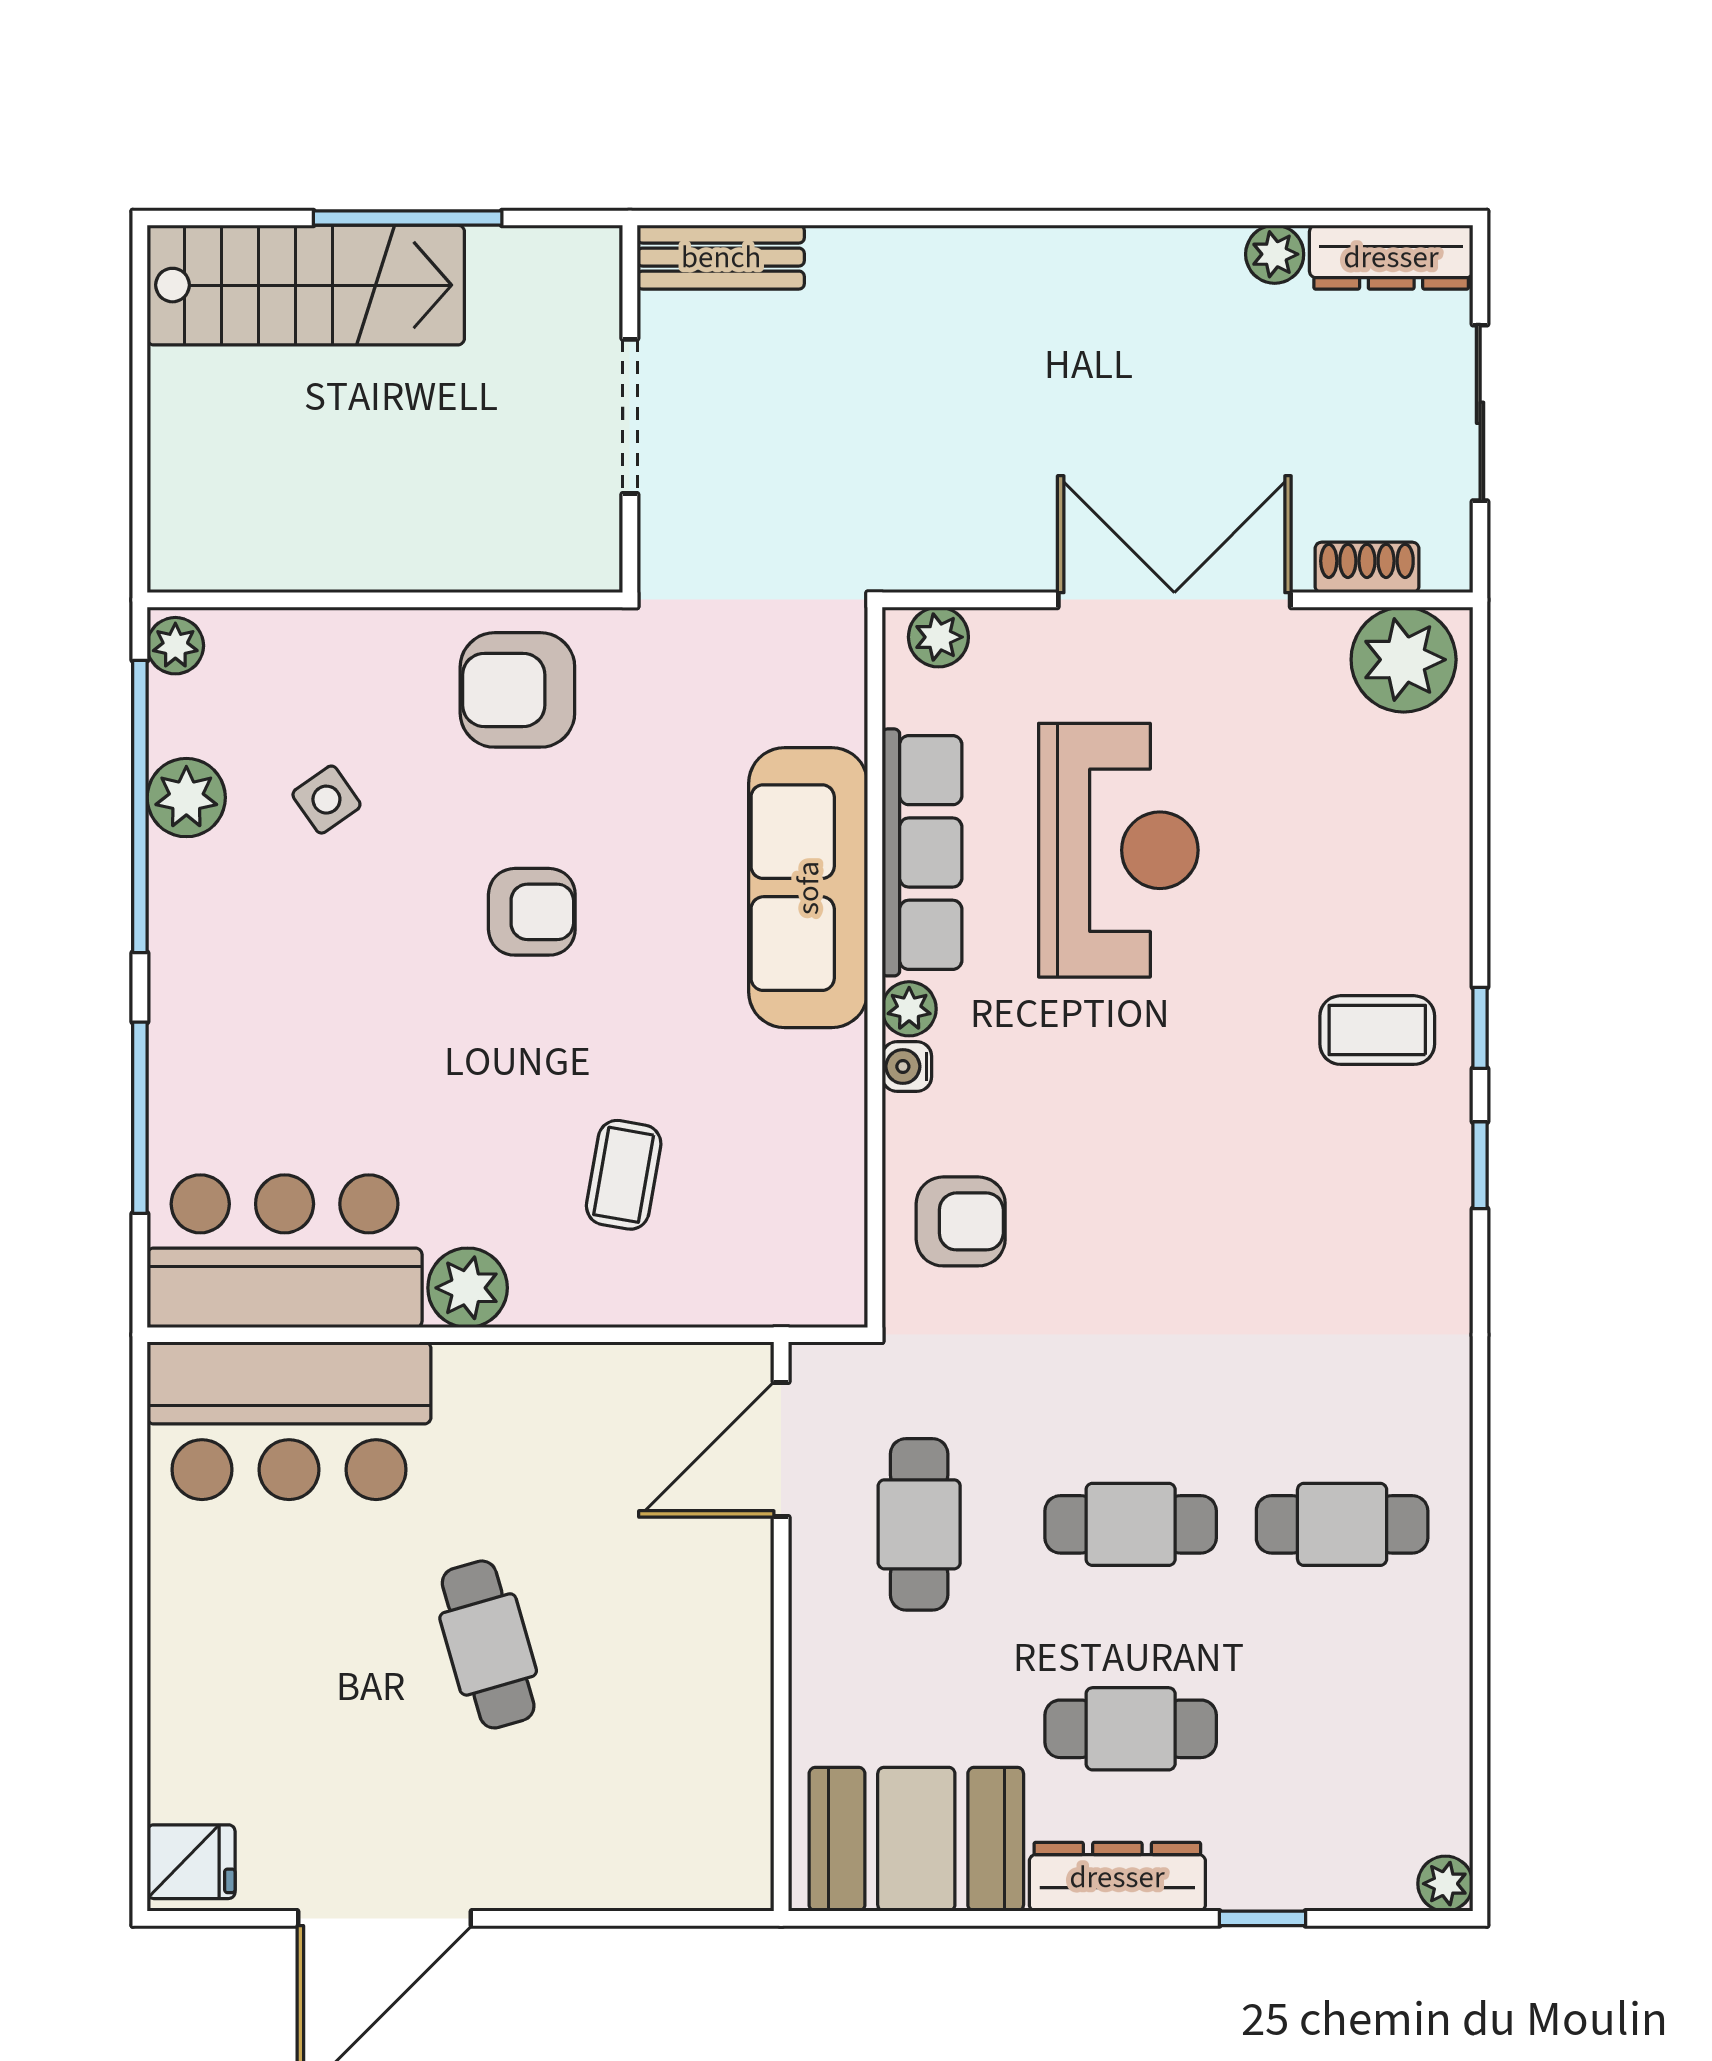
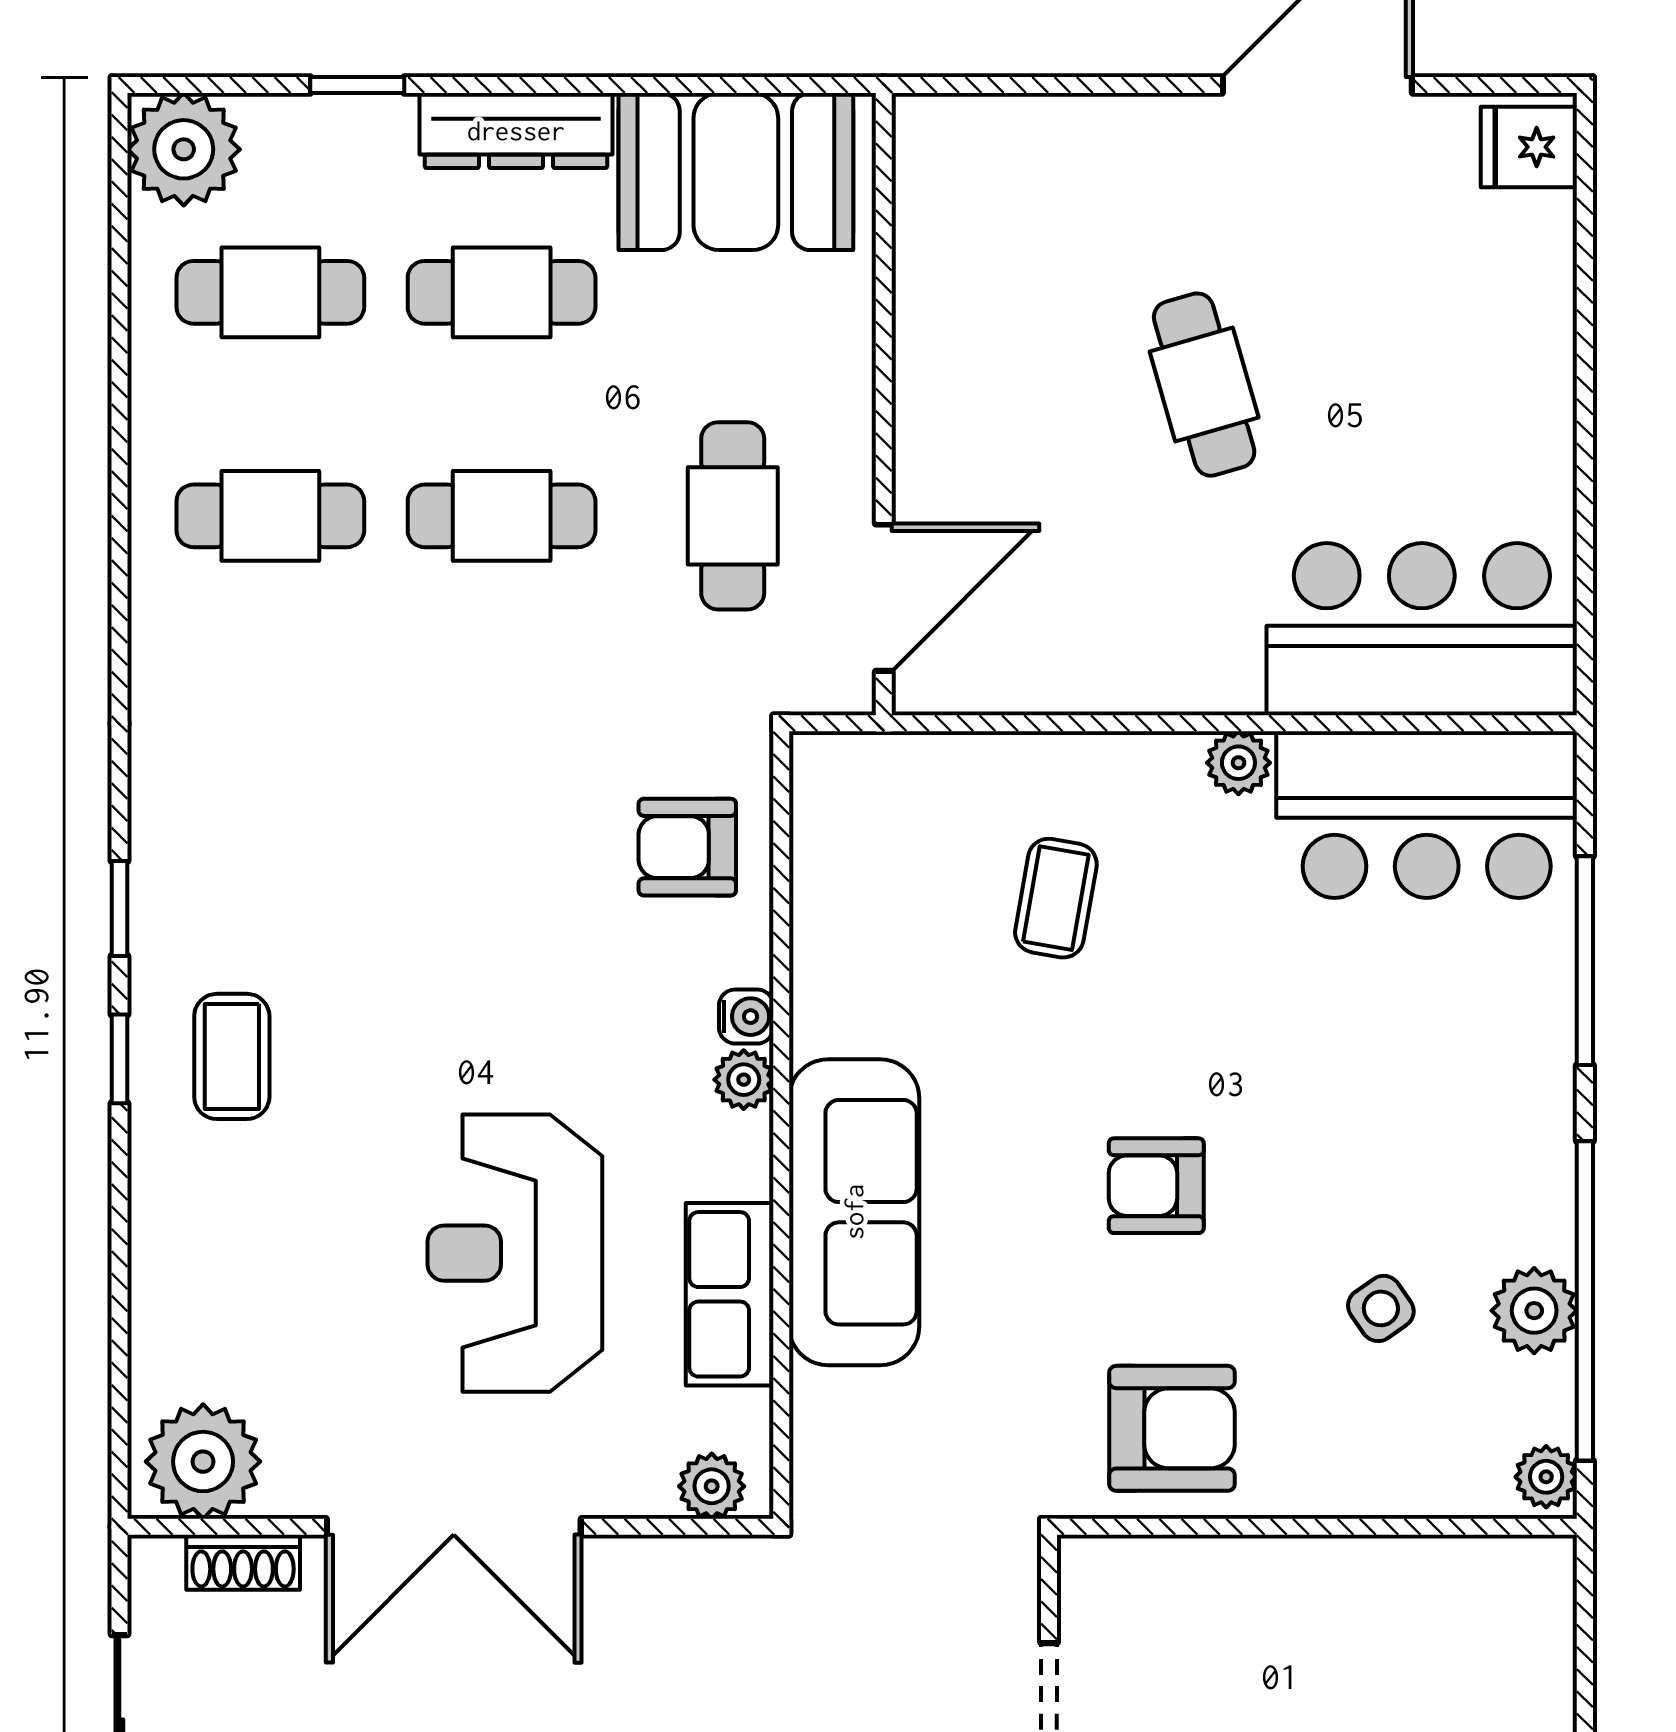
row of seats: (922, 852) -> (730, 1294), width x0.68
coffee table: (1377, 1030) -> (232, 1056), turned 90
plant: (468, 1288) -> (1238, 763), width x0.73, depth x0.73
cafe table: (1342, 1729) -> (270, 292), added
plant: (1445, 1884) -> (184, 149), width x1.88, depth x1.88

